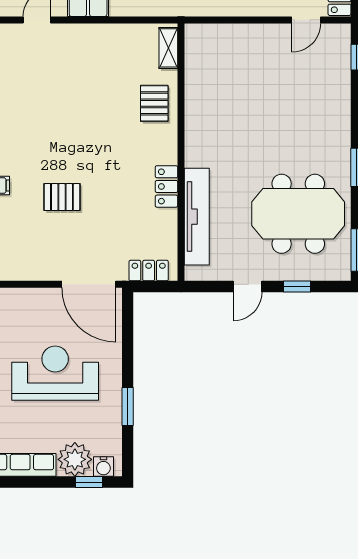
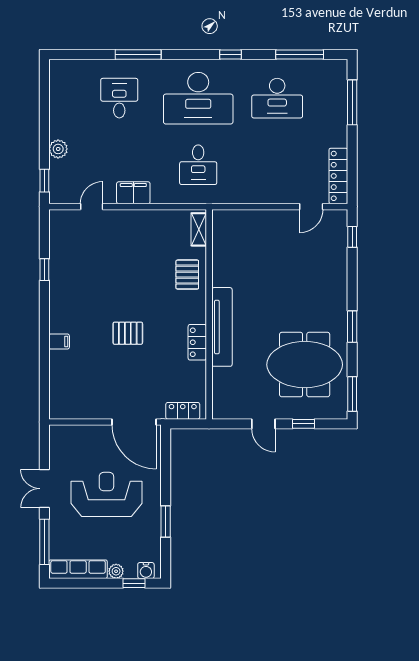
pallet: (62, 197) -> (128, 333), moved
tv unit: (197, 217) -> (222, 327), moved
door: (247, 287) -> (263, 424), hinge flipped
plant: (75, 459) -> (116, 571), width x0.53, depth x0.53

